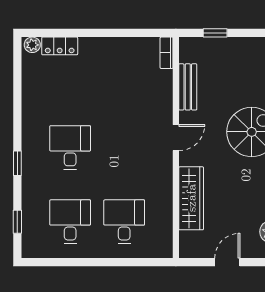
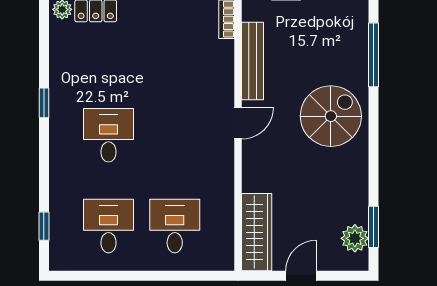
bench: (188, 87) -> (253, 61), width x1.36
window: (17, 163) -> (44, 103), moved
wardrobe: (191, 198) -> (257, 232), moved

